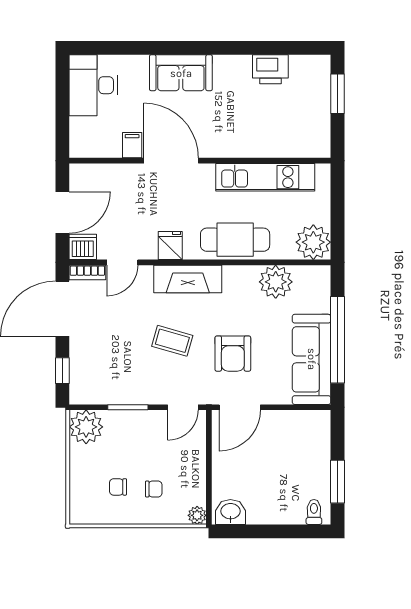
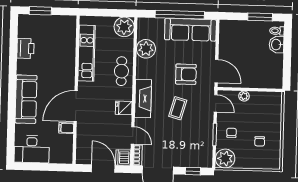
sofa: (181, 73) -> (26, 99), width x1.36
cafe table: (235, 240) -> (121, 71), width x0.73, depth x0.74
chair: (154, 489) -> (231, 133), moved
washbasin: (230, 512) -> (277, 45), moved
plant: (197, 515) -> (244, 96), moved

